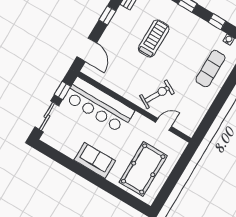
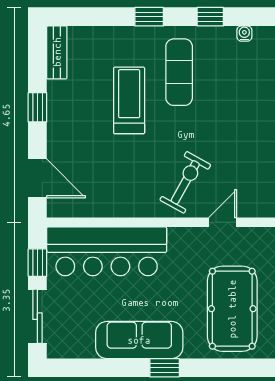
exercise mat: (210, 69) -> (179, 72), moved
sofa: (95, 161) -> (139, 340), width x1.36
window: (93, 178) -> (165, 368), added

